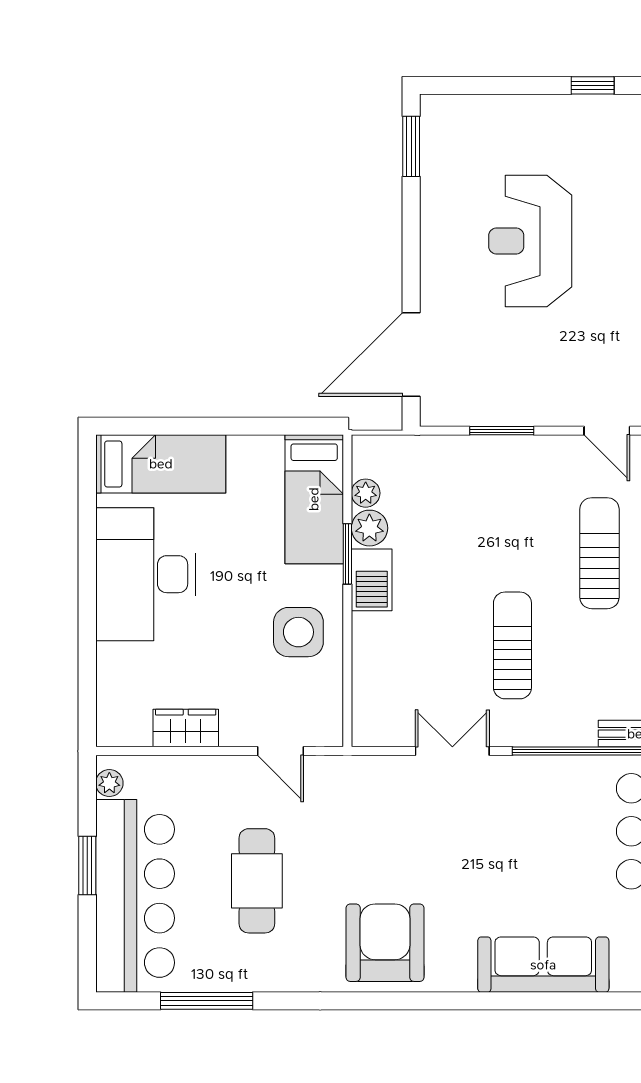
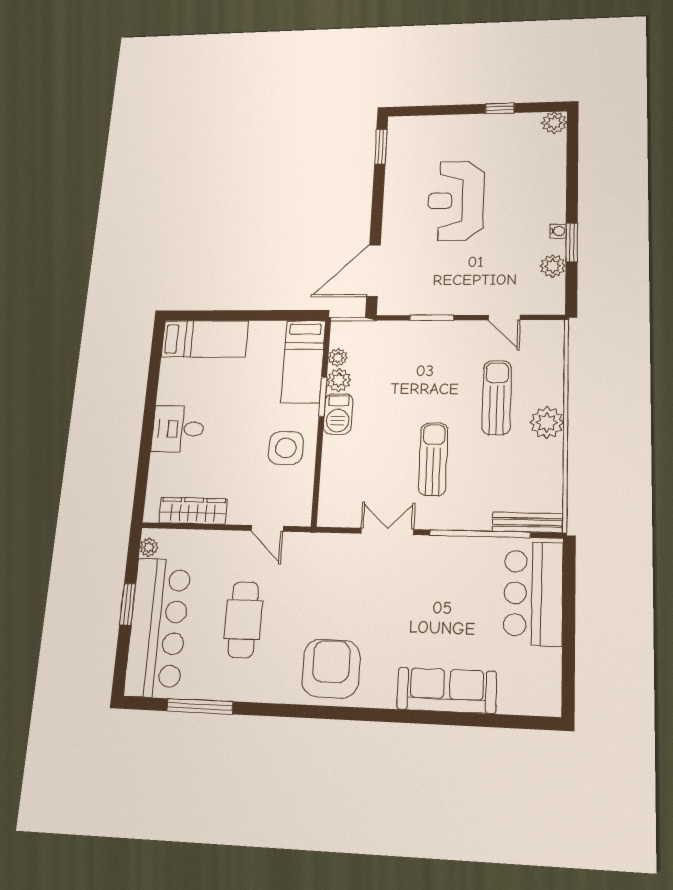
desk: (146, 574) -> (178, 429), width x0.53, depth x0.77
wardrobe: (186, 728) -> (193, 511), width x1.50

